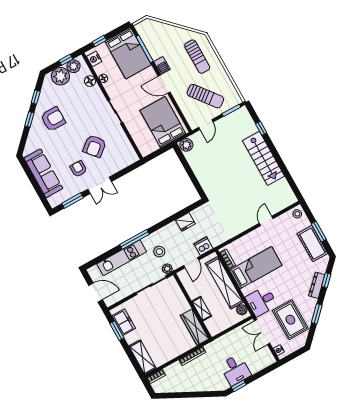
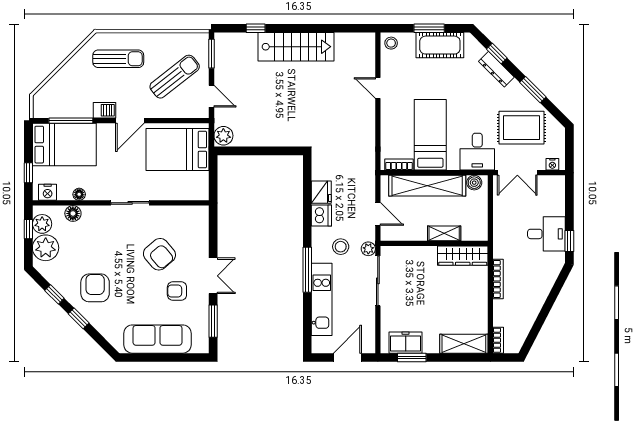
dishwasher: (203, 246) -> (321, 215), moved, turned 180

